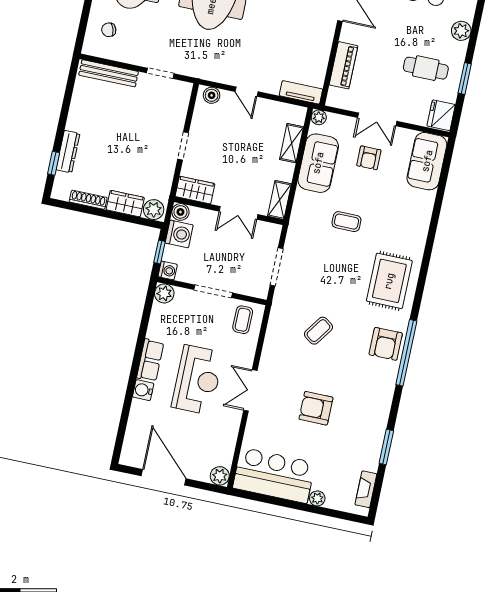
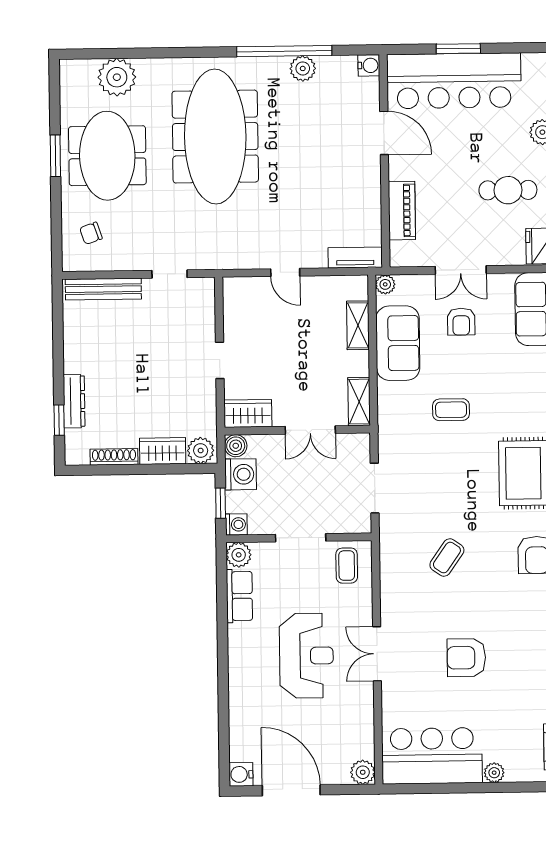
boiler: (212, 95) -> (242, 287), removed
row of seats: (150, 360) -> (239, 596), moved
water cooler: (143, 390) -> (241, 774), moved

